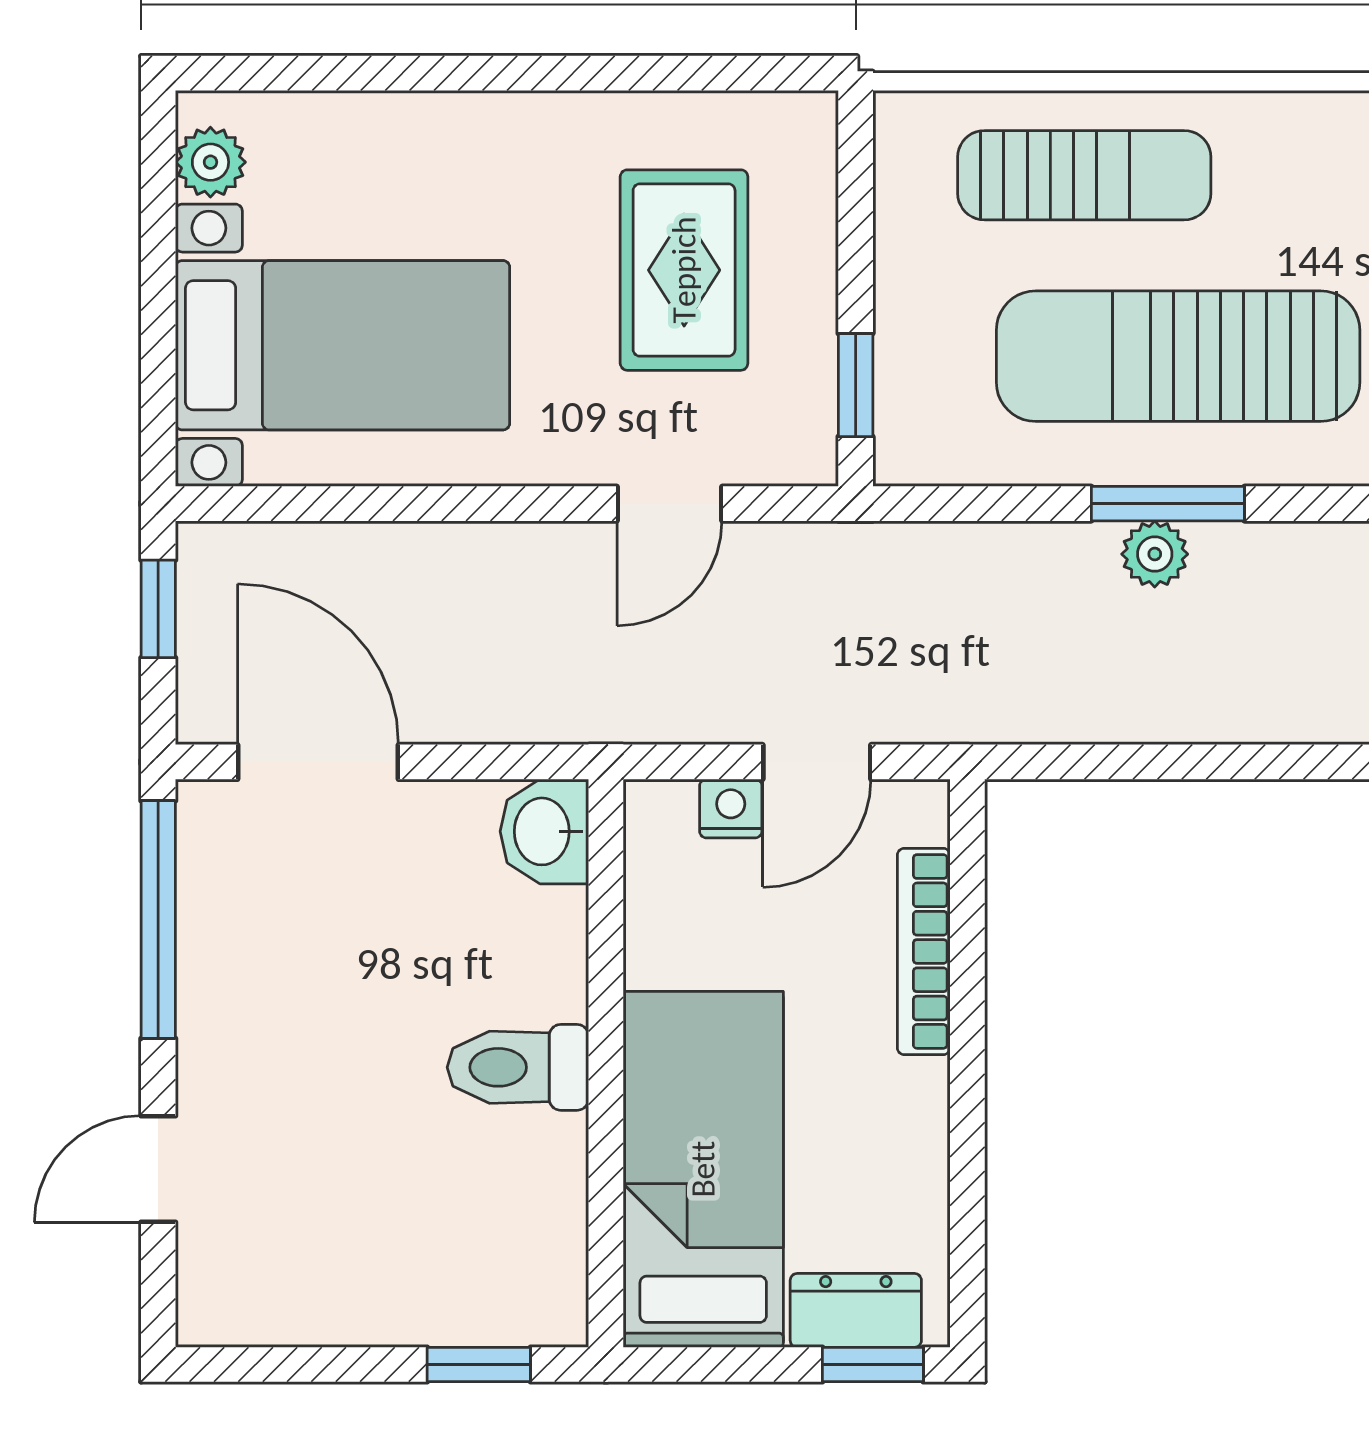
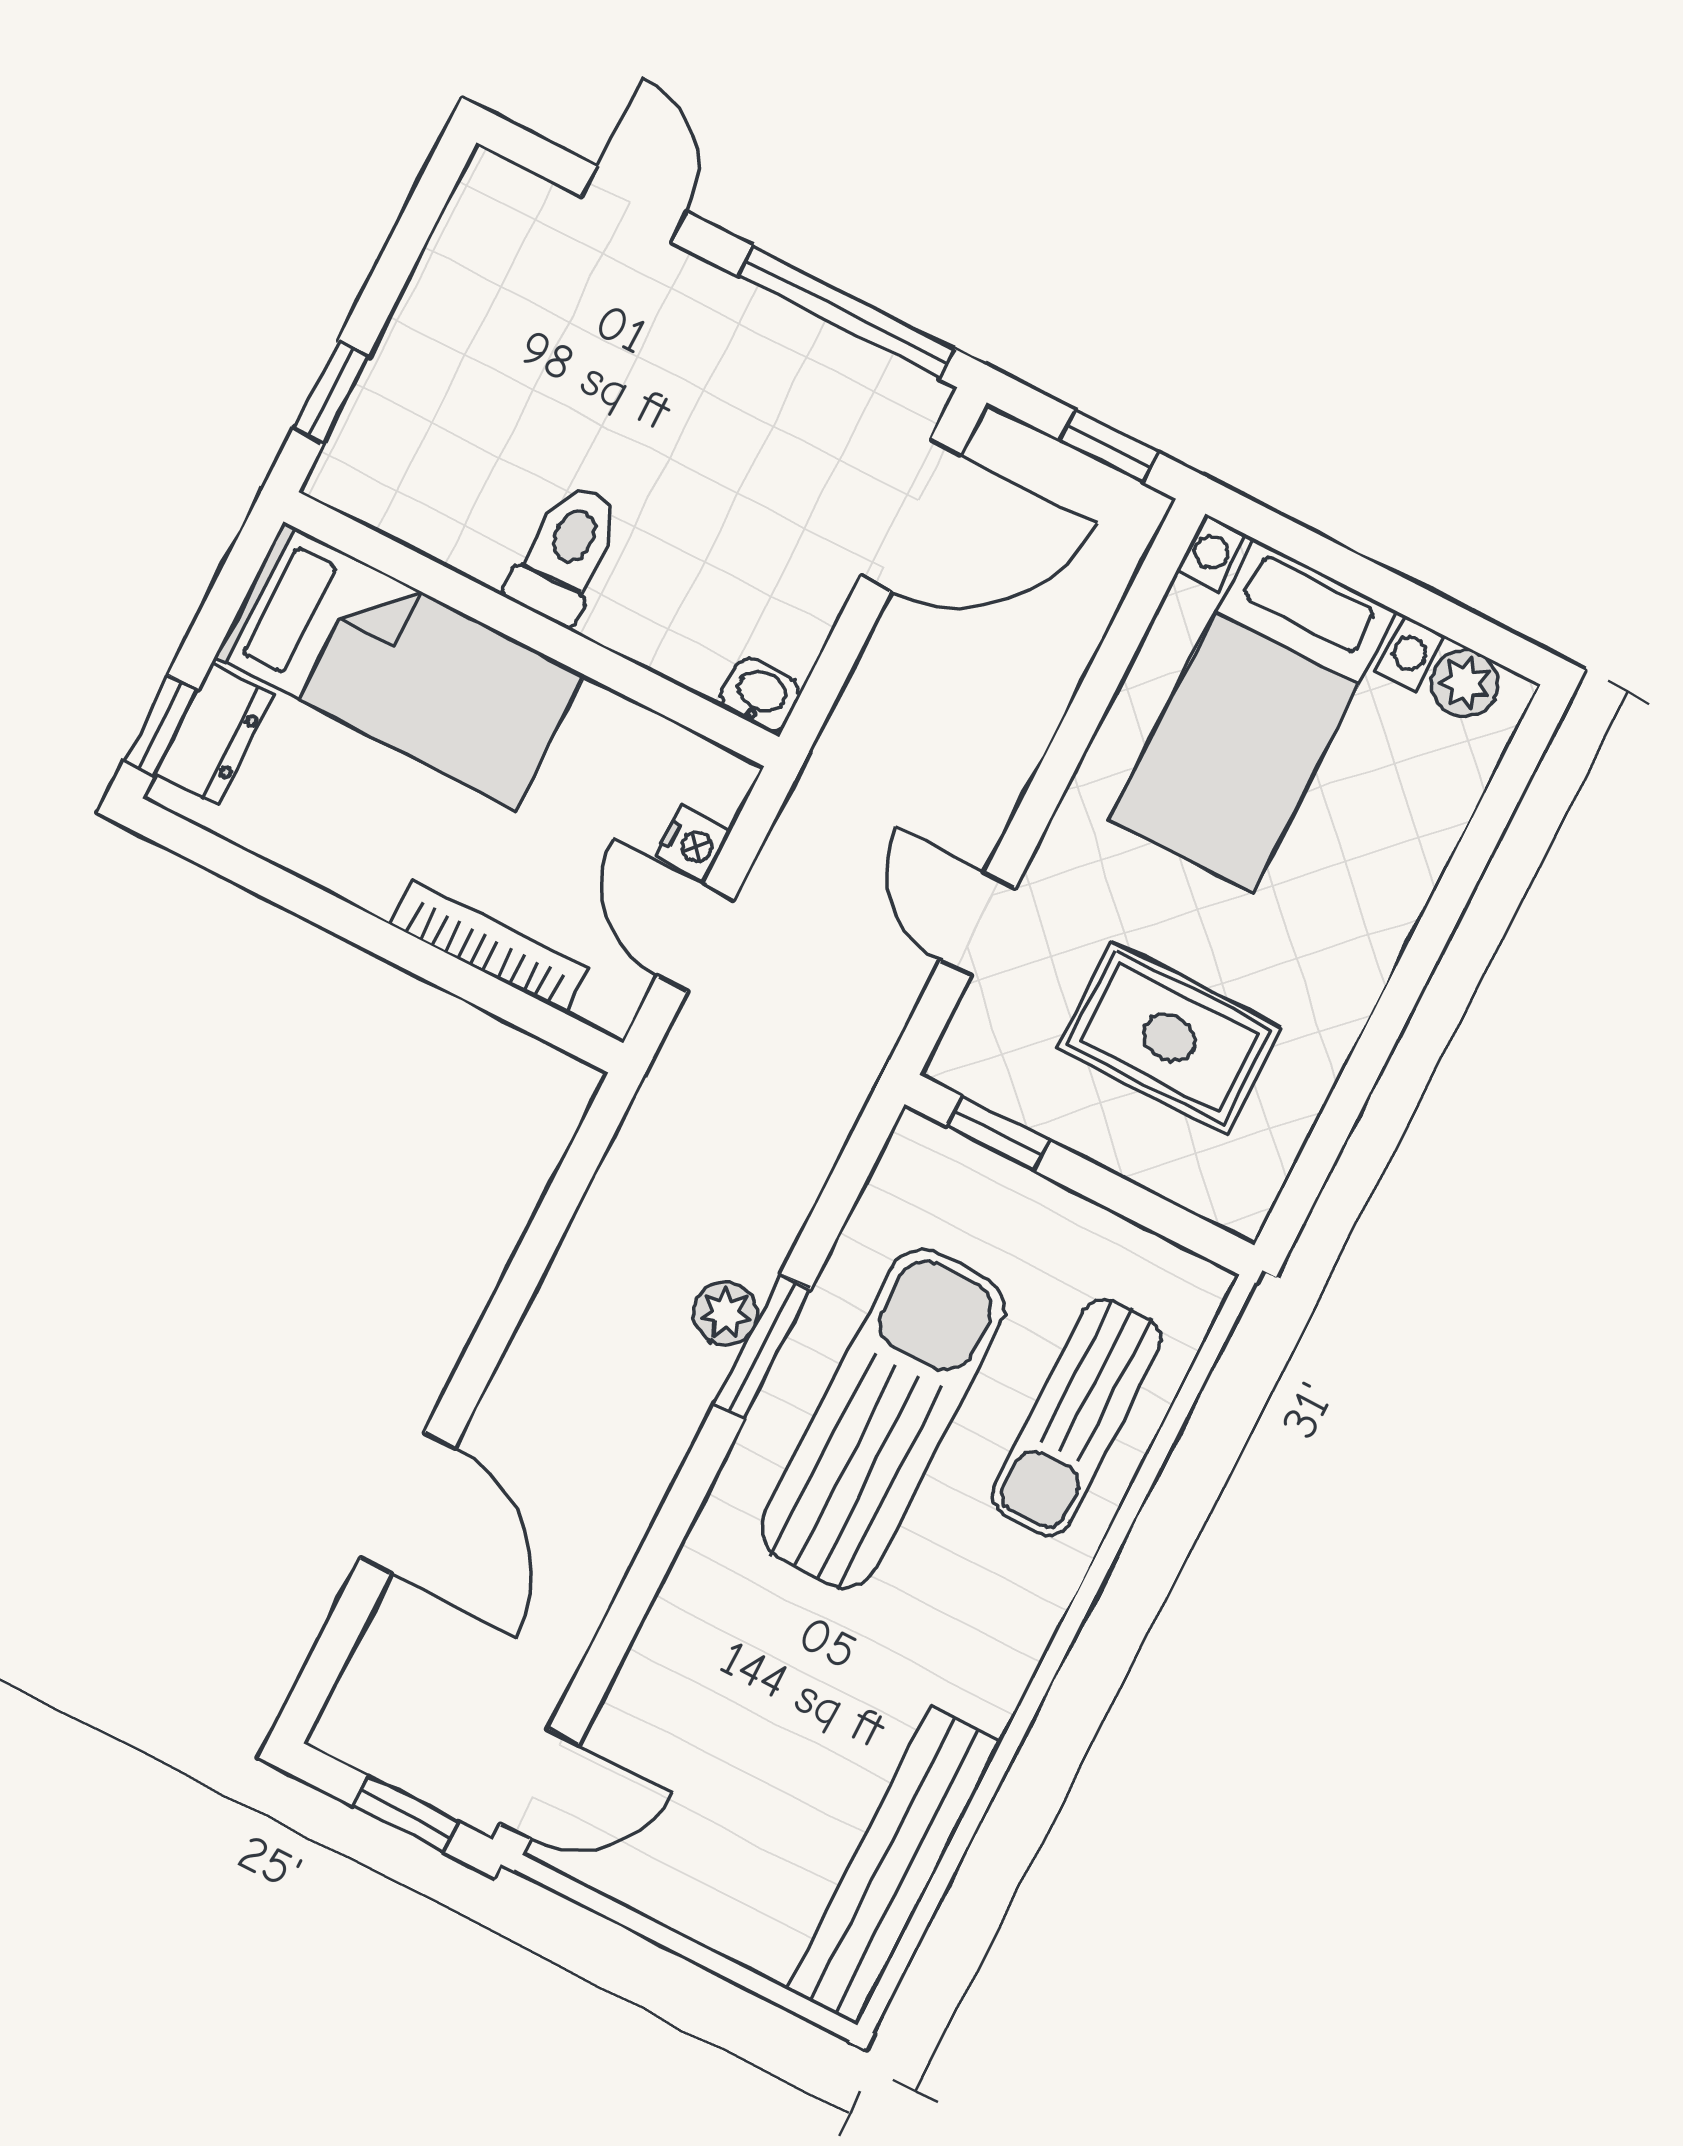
washbasin: (544, 831) -> (760, 695), width x0.72, depth x0.69

